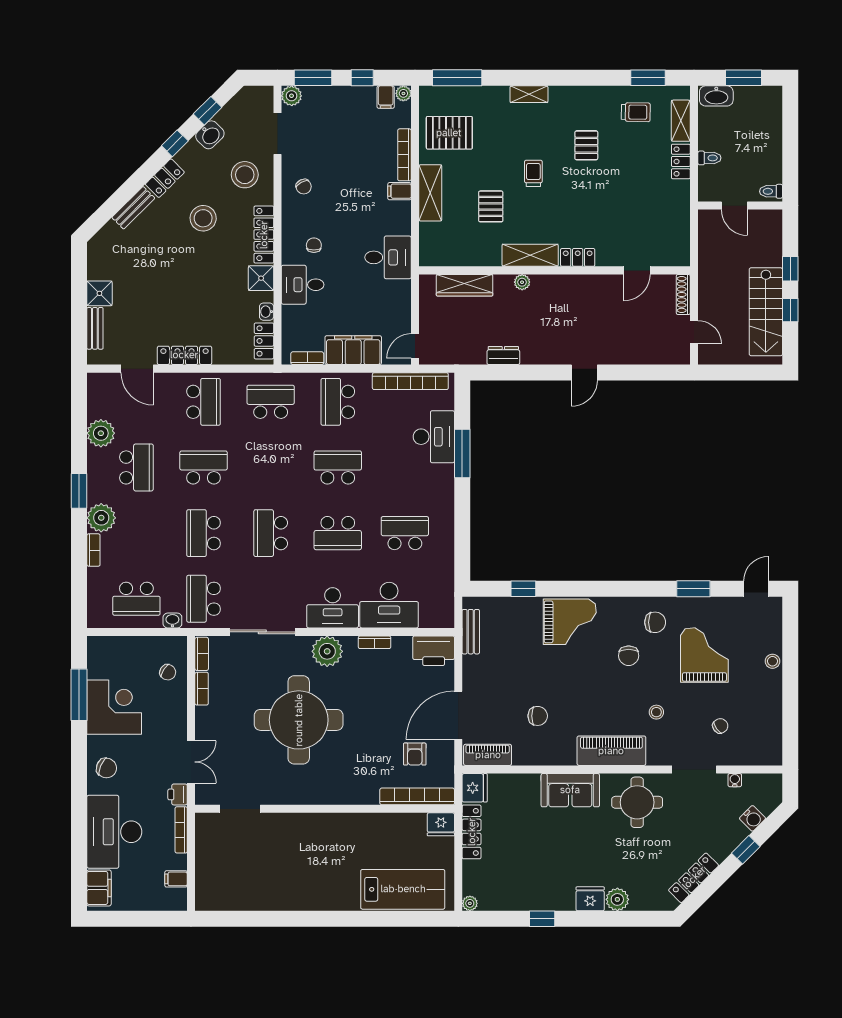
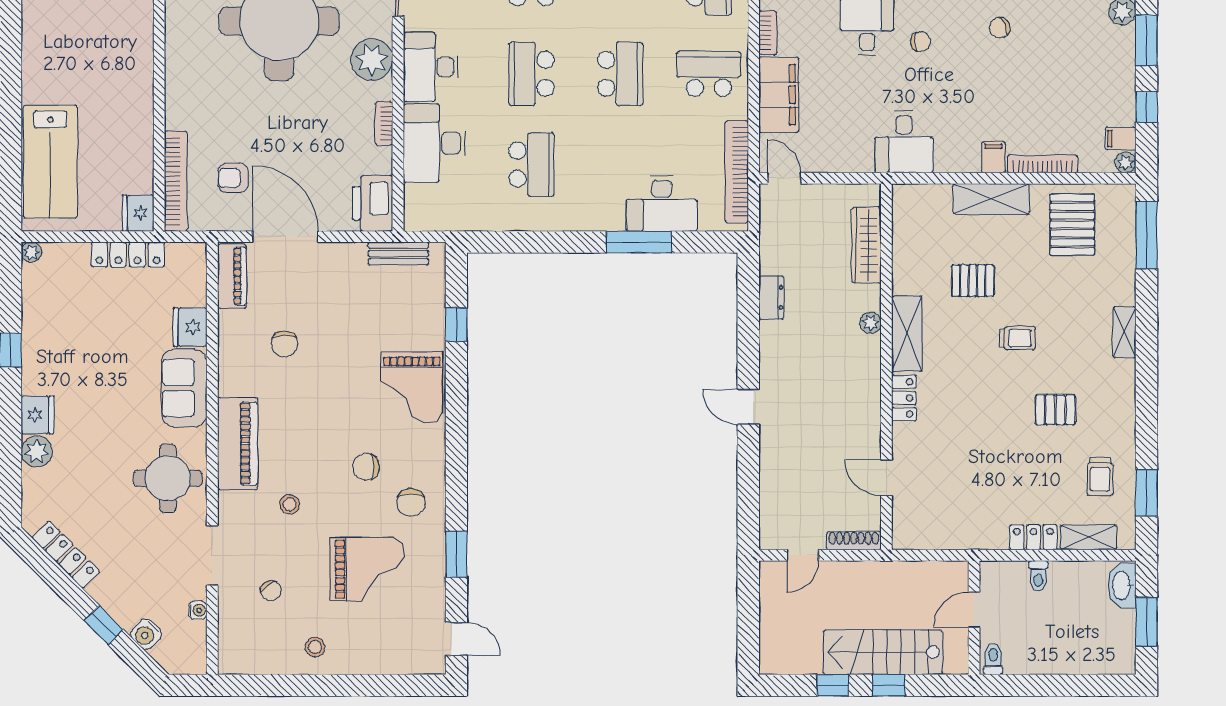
stairs: (766, 312) -> (883, 652), moved
stool: (772, 661) -> (315, 647), moved
fridge: (475, 788) -> (190, 327), moved, turned 90

